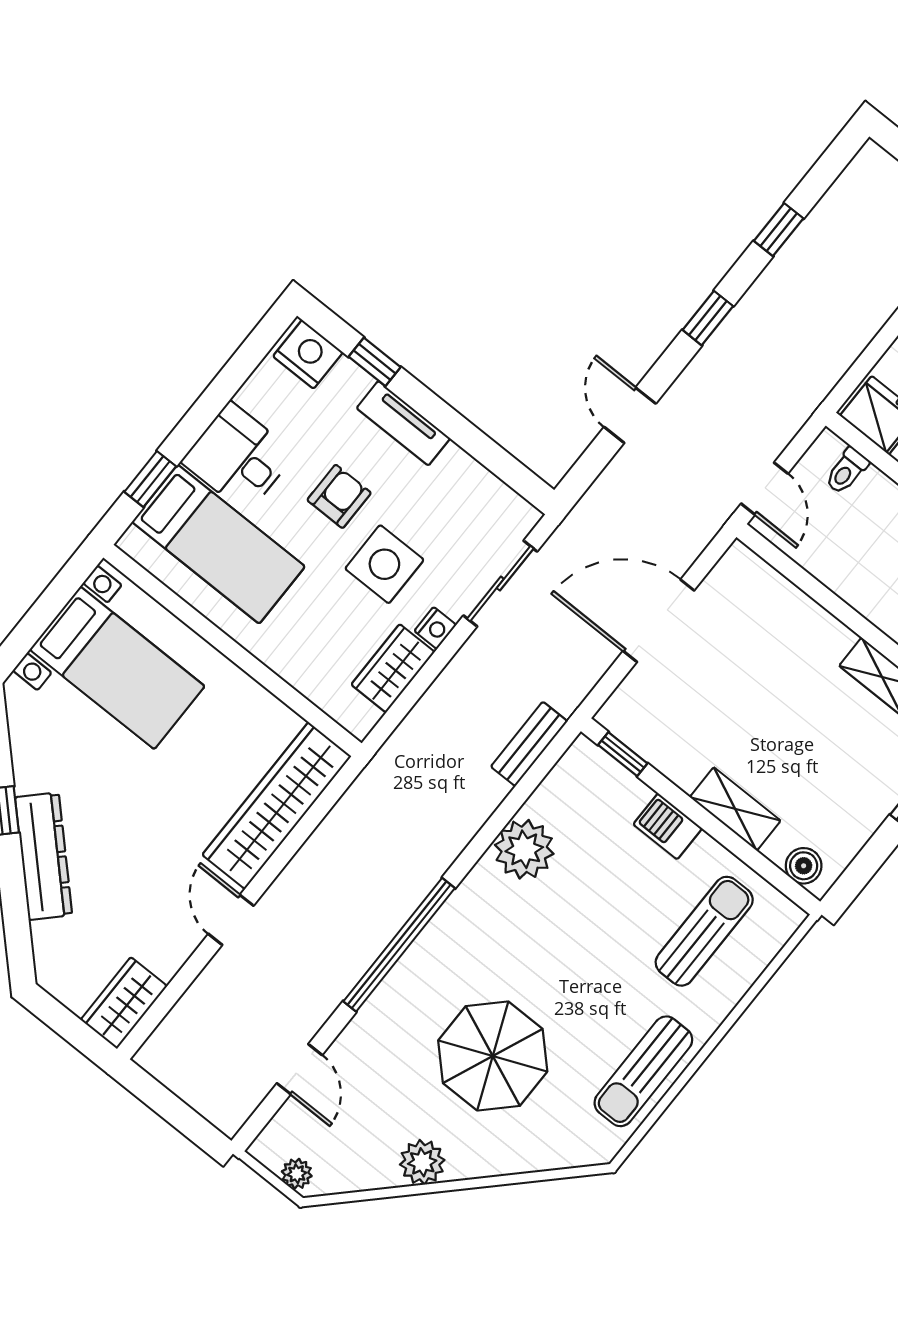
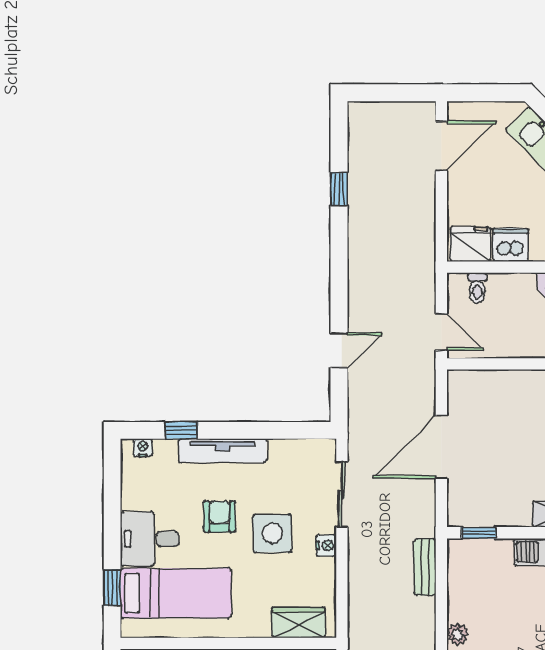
window: (708, 318) -> (339, 266), removed
nightstand: (308, 354) -> (143, 448), width x0.53, depth x0.56
door: (630, 415) -> (339, 350), swing flipped
tv unit: (403, 423) -> (222, 451), width x1.41
wardrobe: (393, 668) -> (299, 623), moved, turned 90
plant: (524, 849) -> (458, 634), width x0.53, depth x0.53

